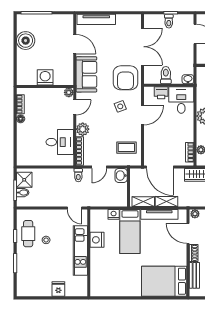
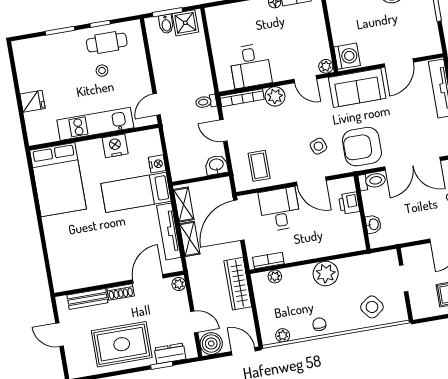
toilet: (166, 75) -> (372, 181), moved
washing machine: (45, 77) -> (347, 56), moved
washbasin: (188, 79) -> (373, 224), moved
desk: (181, 100) -> (280, 209), moved, turned -90
bed: (164, 281) -> (58, 180), moved, turned 180

